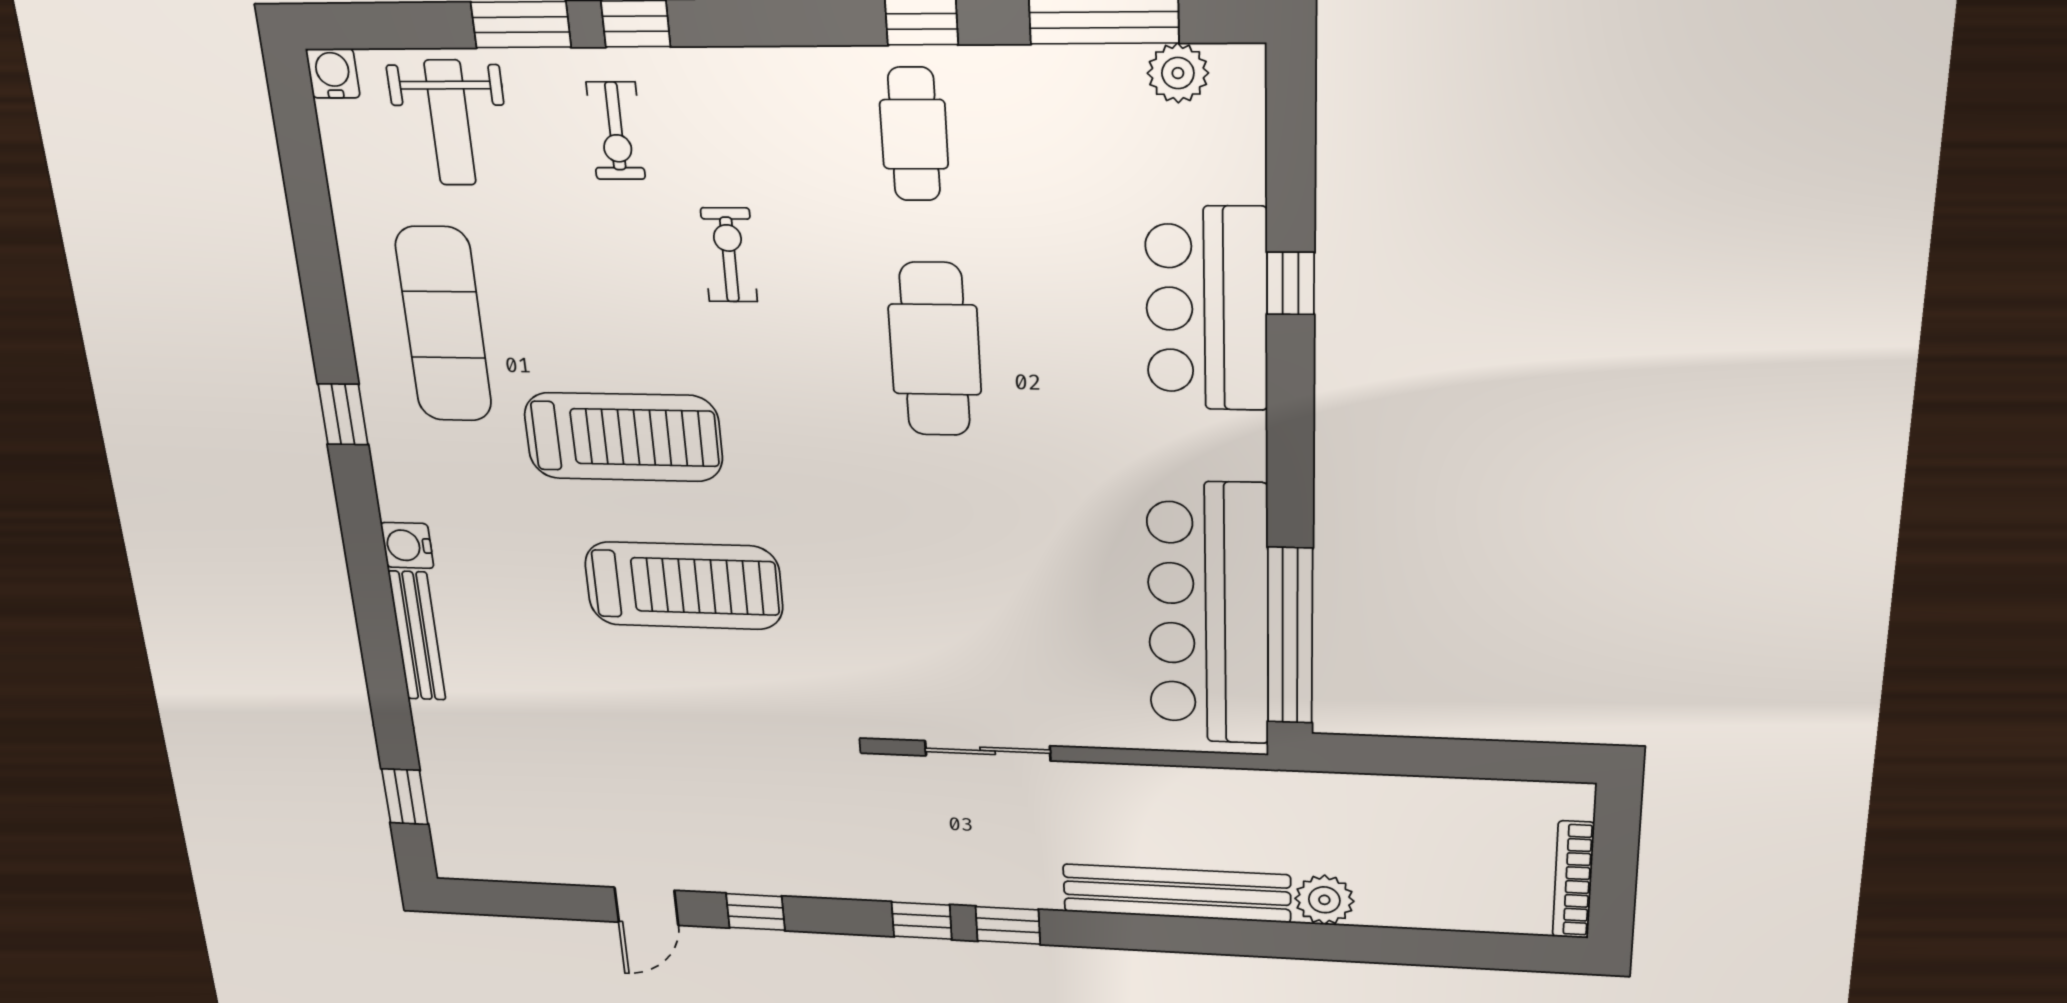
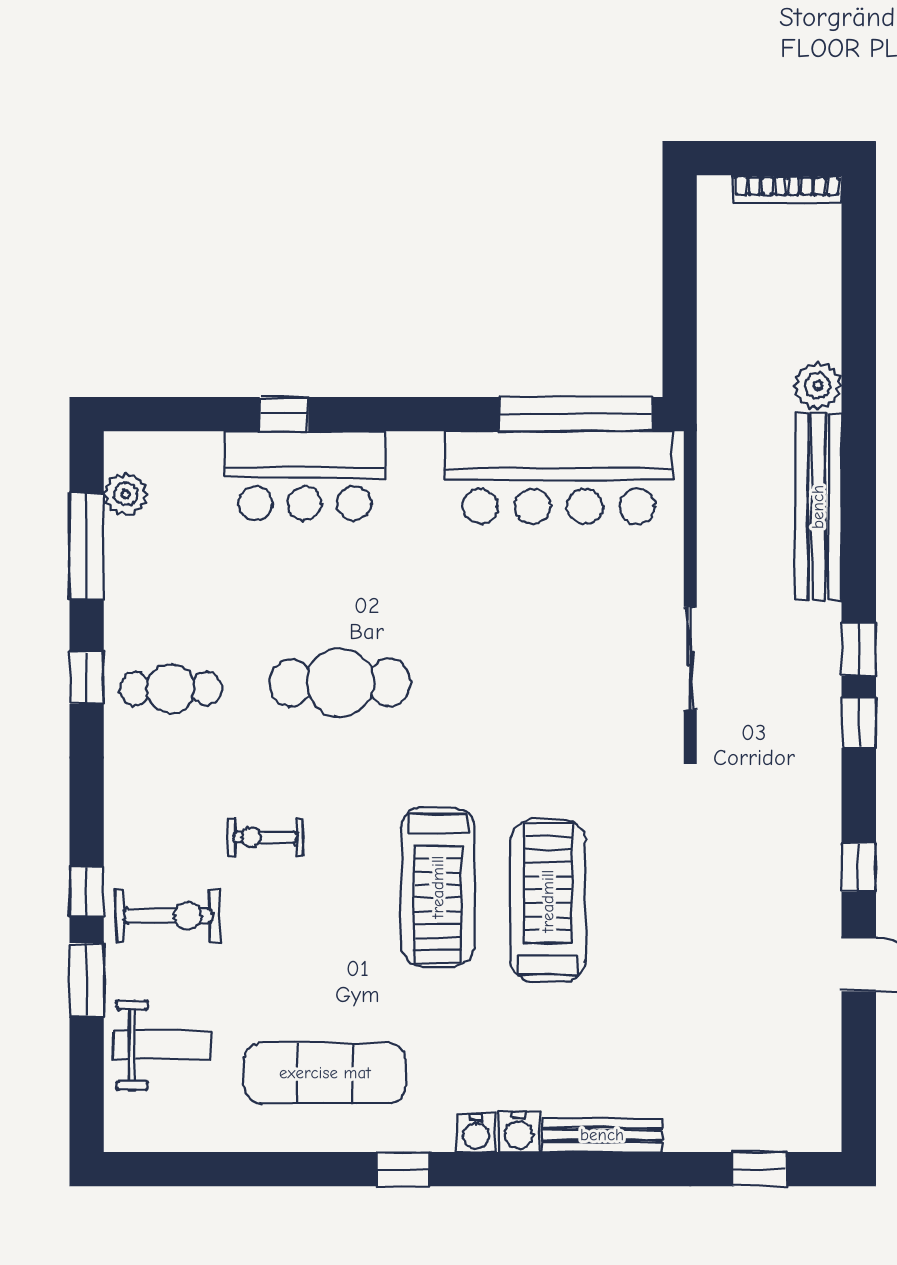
water cooler: (333, 73) -> (476, 1133), moved, turned -90
exercise bike: (616, 131) -> (168, 916), width x1.38, depth x1.39
treadmill: (623, 437) -> (438, 887), moved, turned 180

